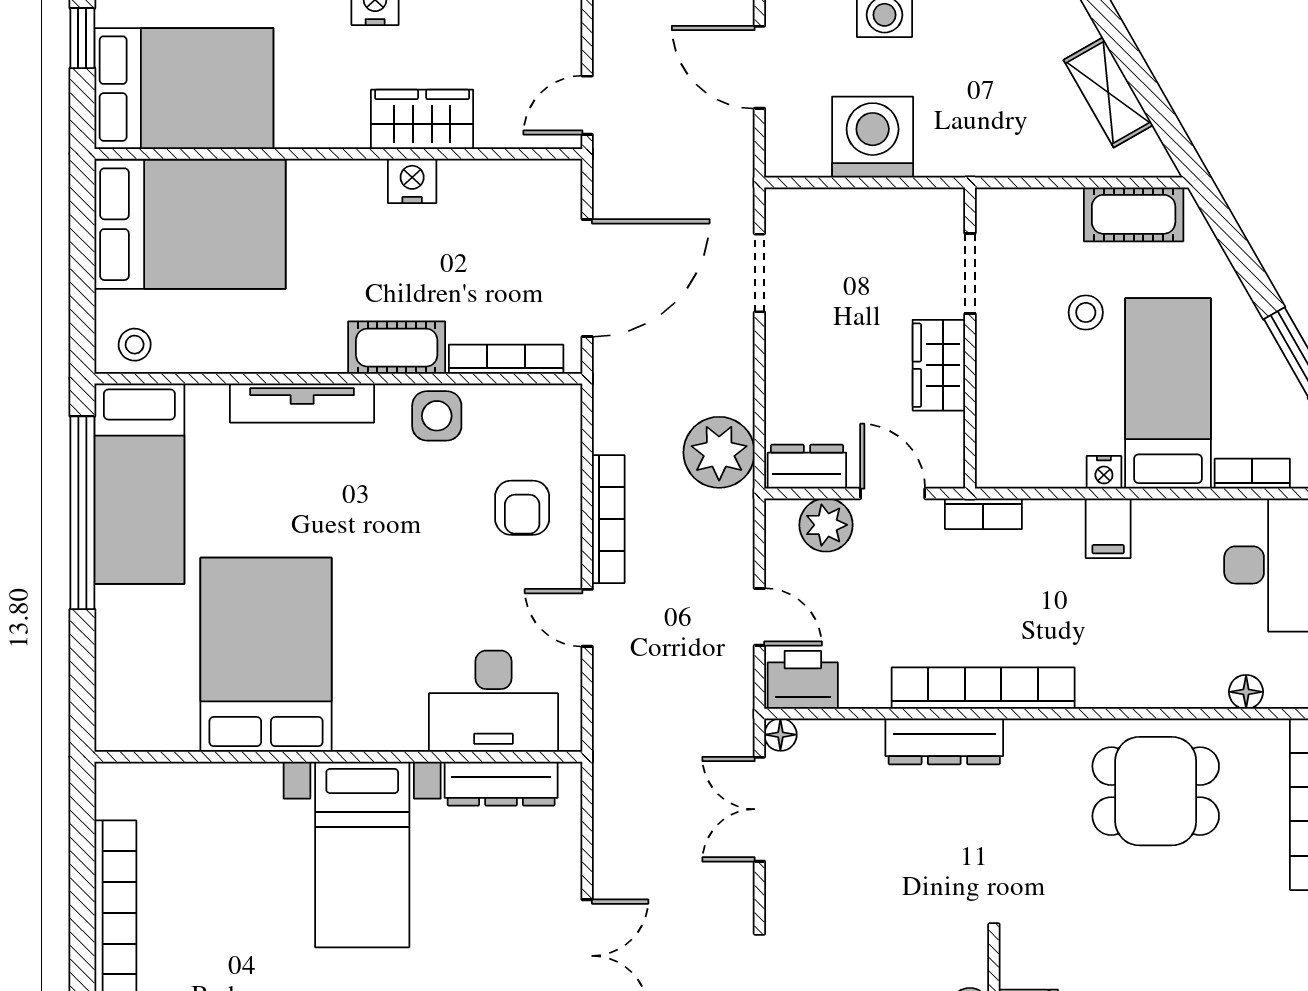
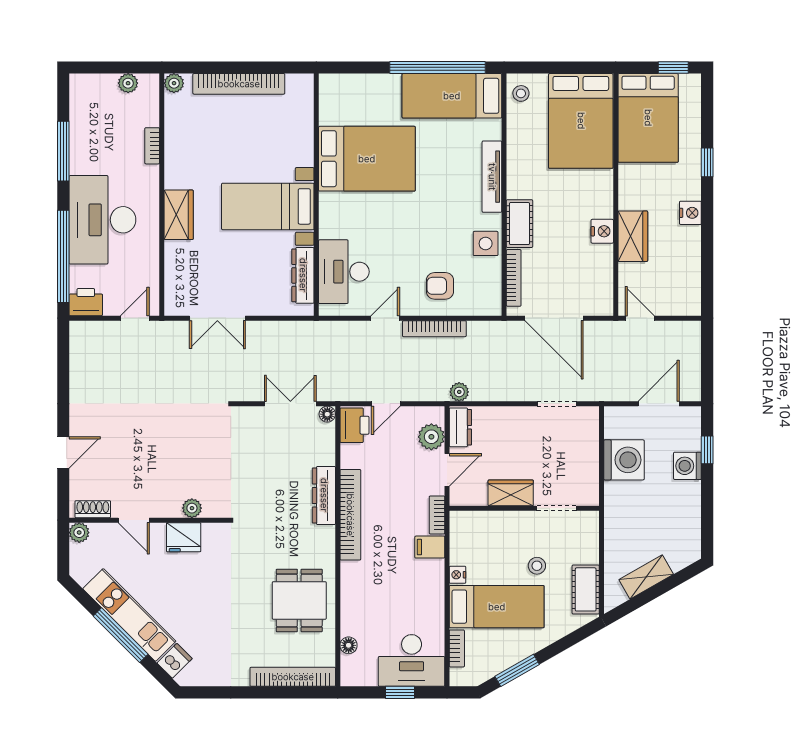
plant: (719, 452) -> (459, 392), width x0.53, depth x0.53
filing cabinet: (1108, 528) -> (430, 547), moved

